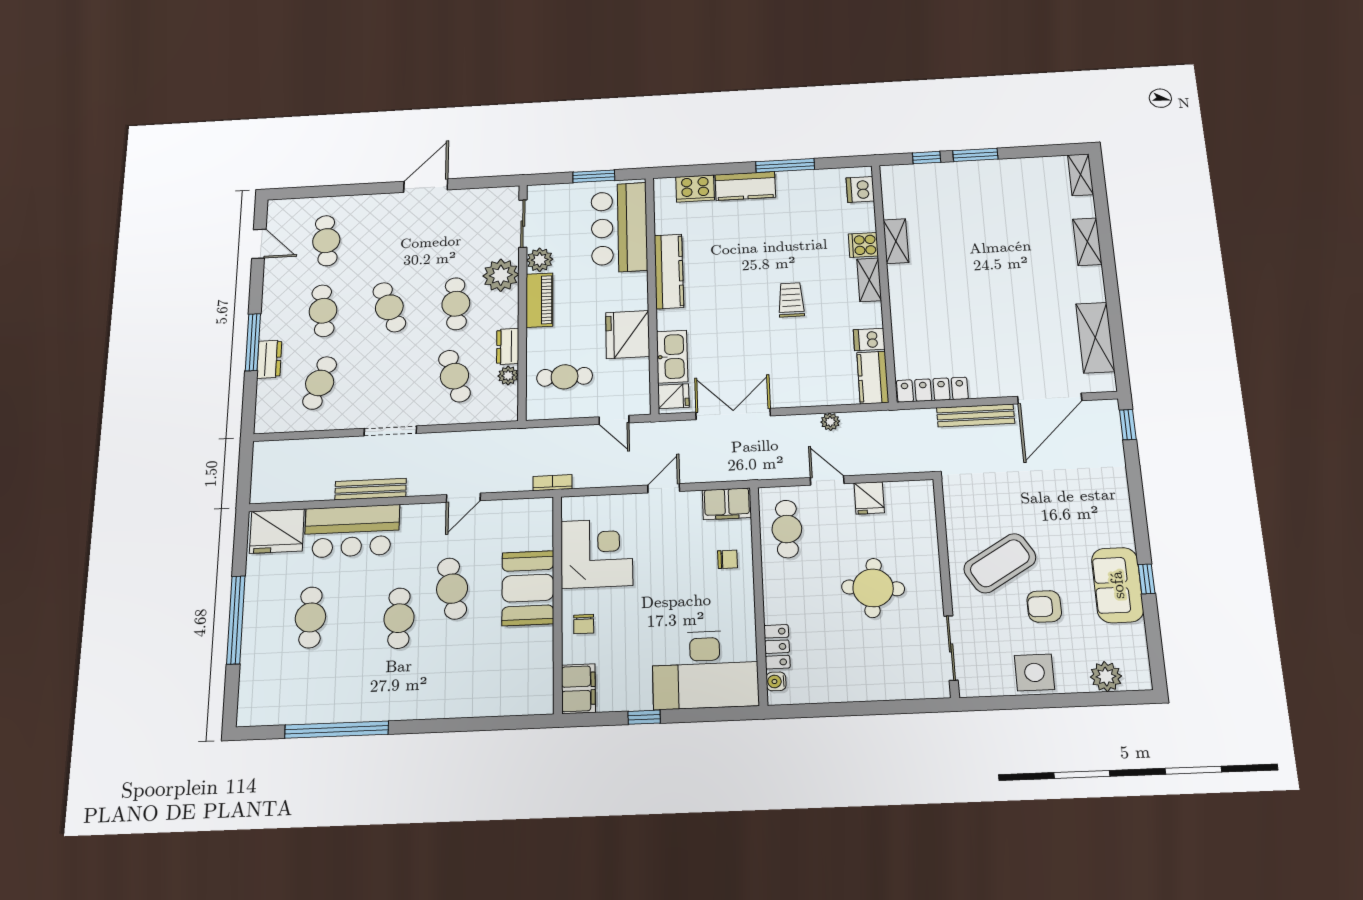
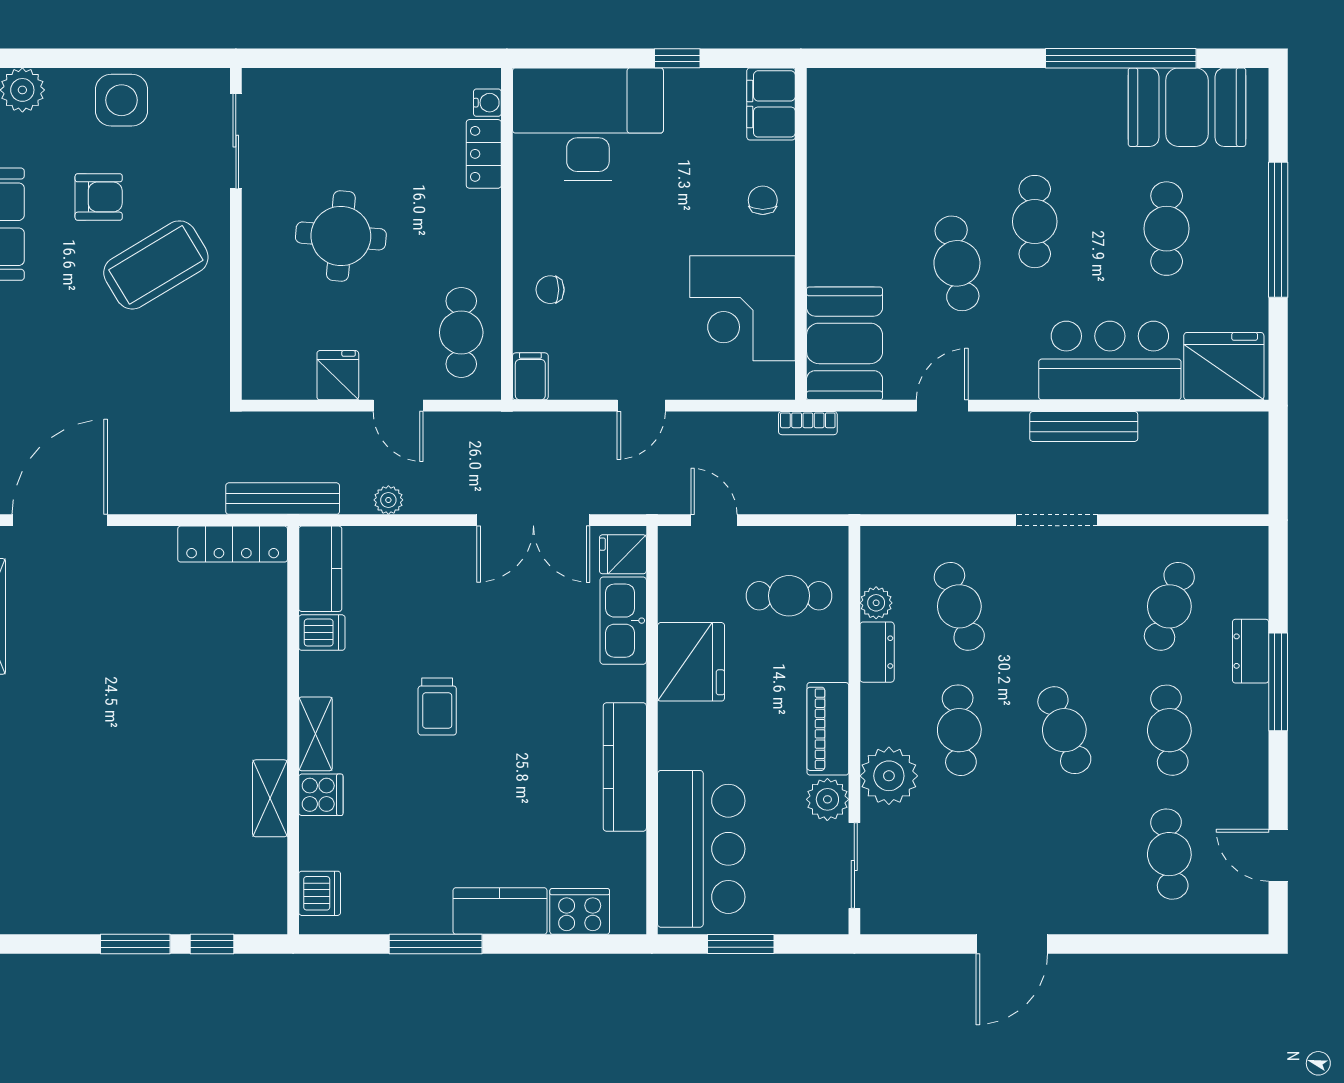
bench: (976, 415) -> (283, 499), moved
filing cabinet: (727, 504) -> (530, 376), width x0.50
booth: (528, 588) -> (845, 343), moved
booth: (293, 698) -> (1187, 107), added

